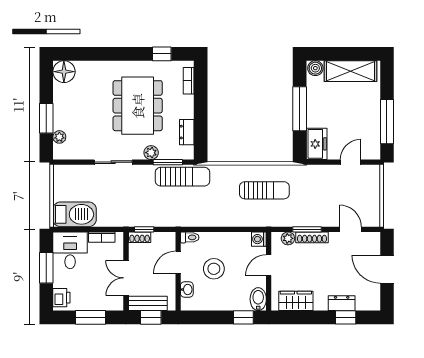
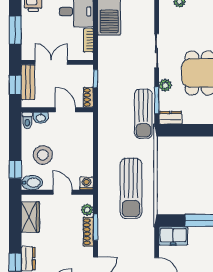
dresser: (187, 132) -> (170, 118), moved
sun lounger: (264, 190) -> (131, 188), width x1.36, depth x1.34
shoe rack: (140, 237) -> (88, 97), moved
toilet: (190, 237) -> (27, 120), moved
stool: (214, 269) -> (43, 155), moved

